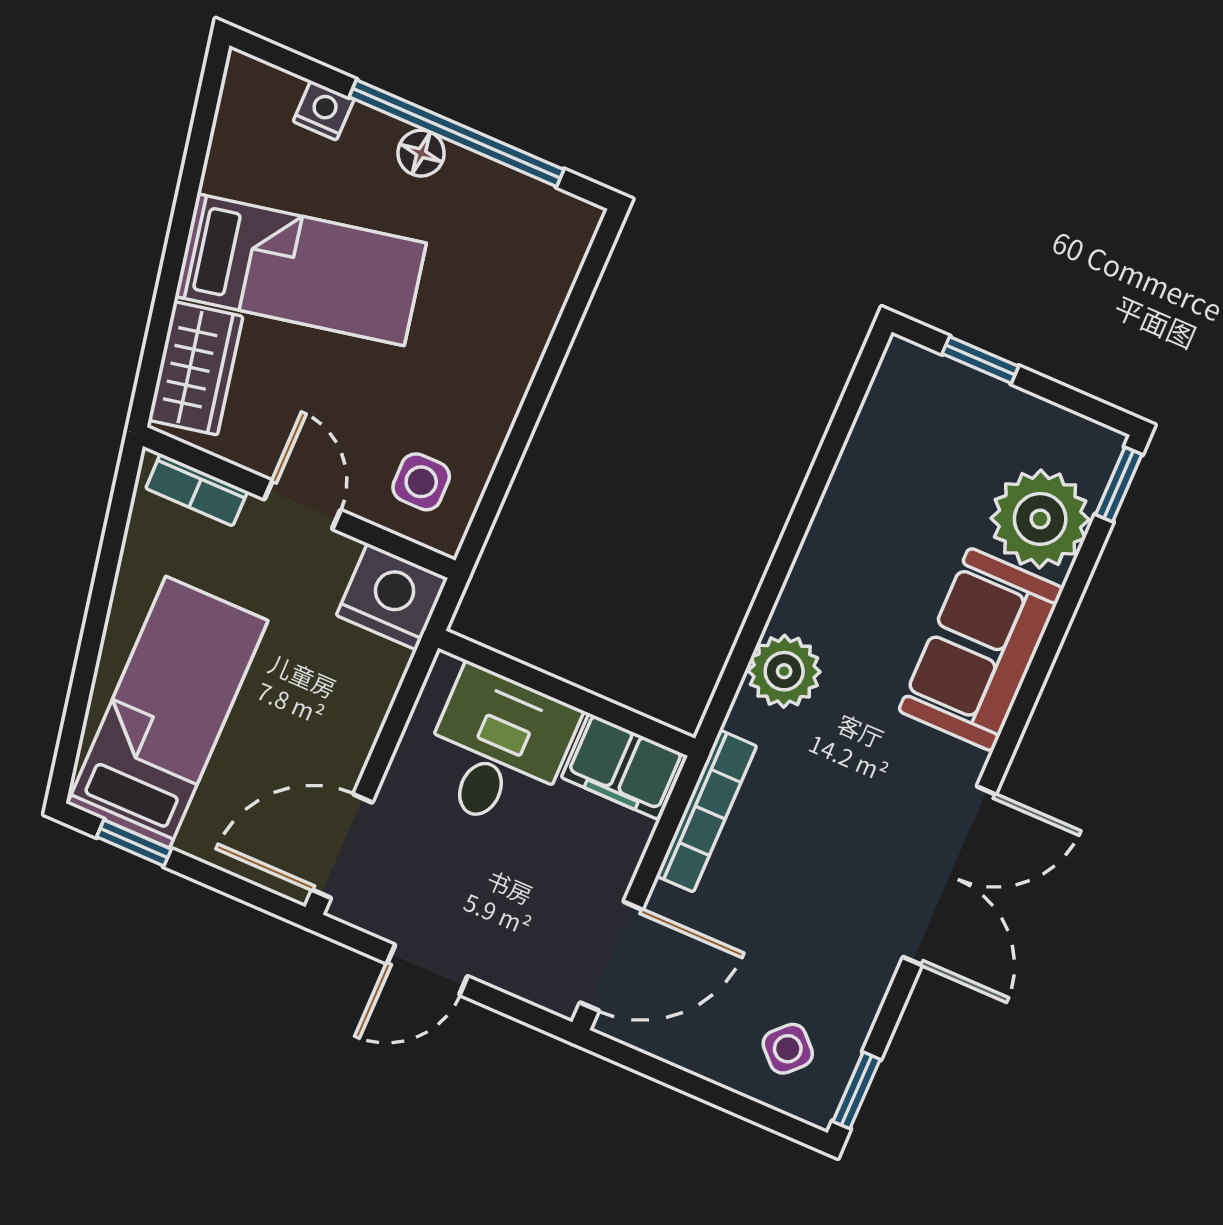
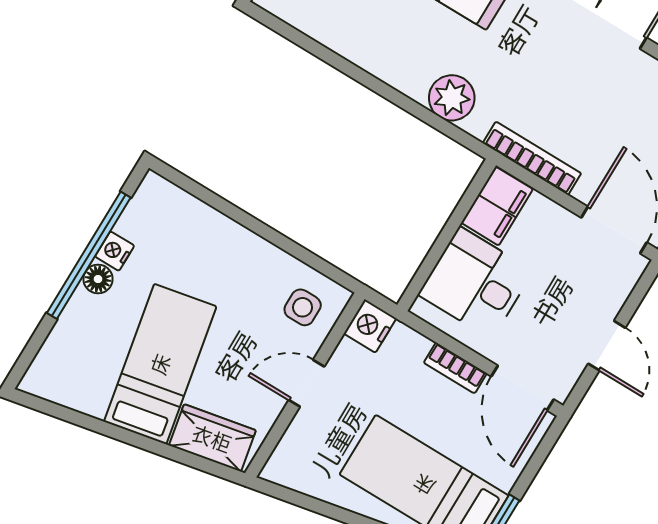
nightstand: (324, 110) -> (115, 251), moved
bookcase: (197, 490) -> (455, 368), moved, turned 90
nightstand: (392, 597) -> (370, 326), width x0.74, depth x0.75

